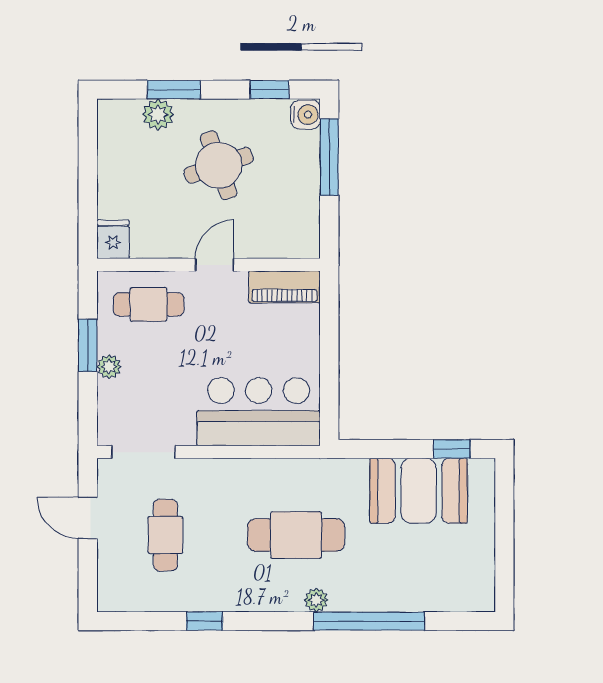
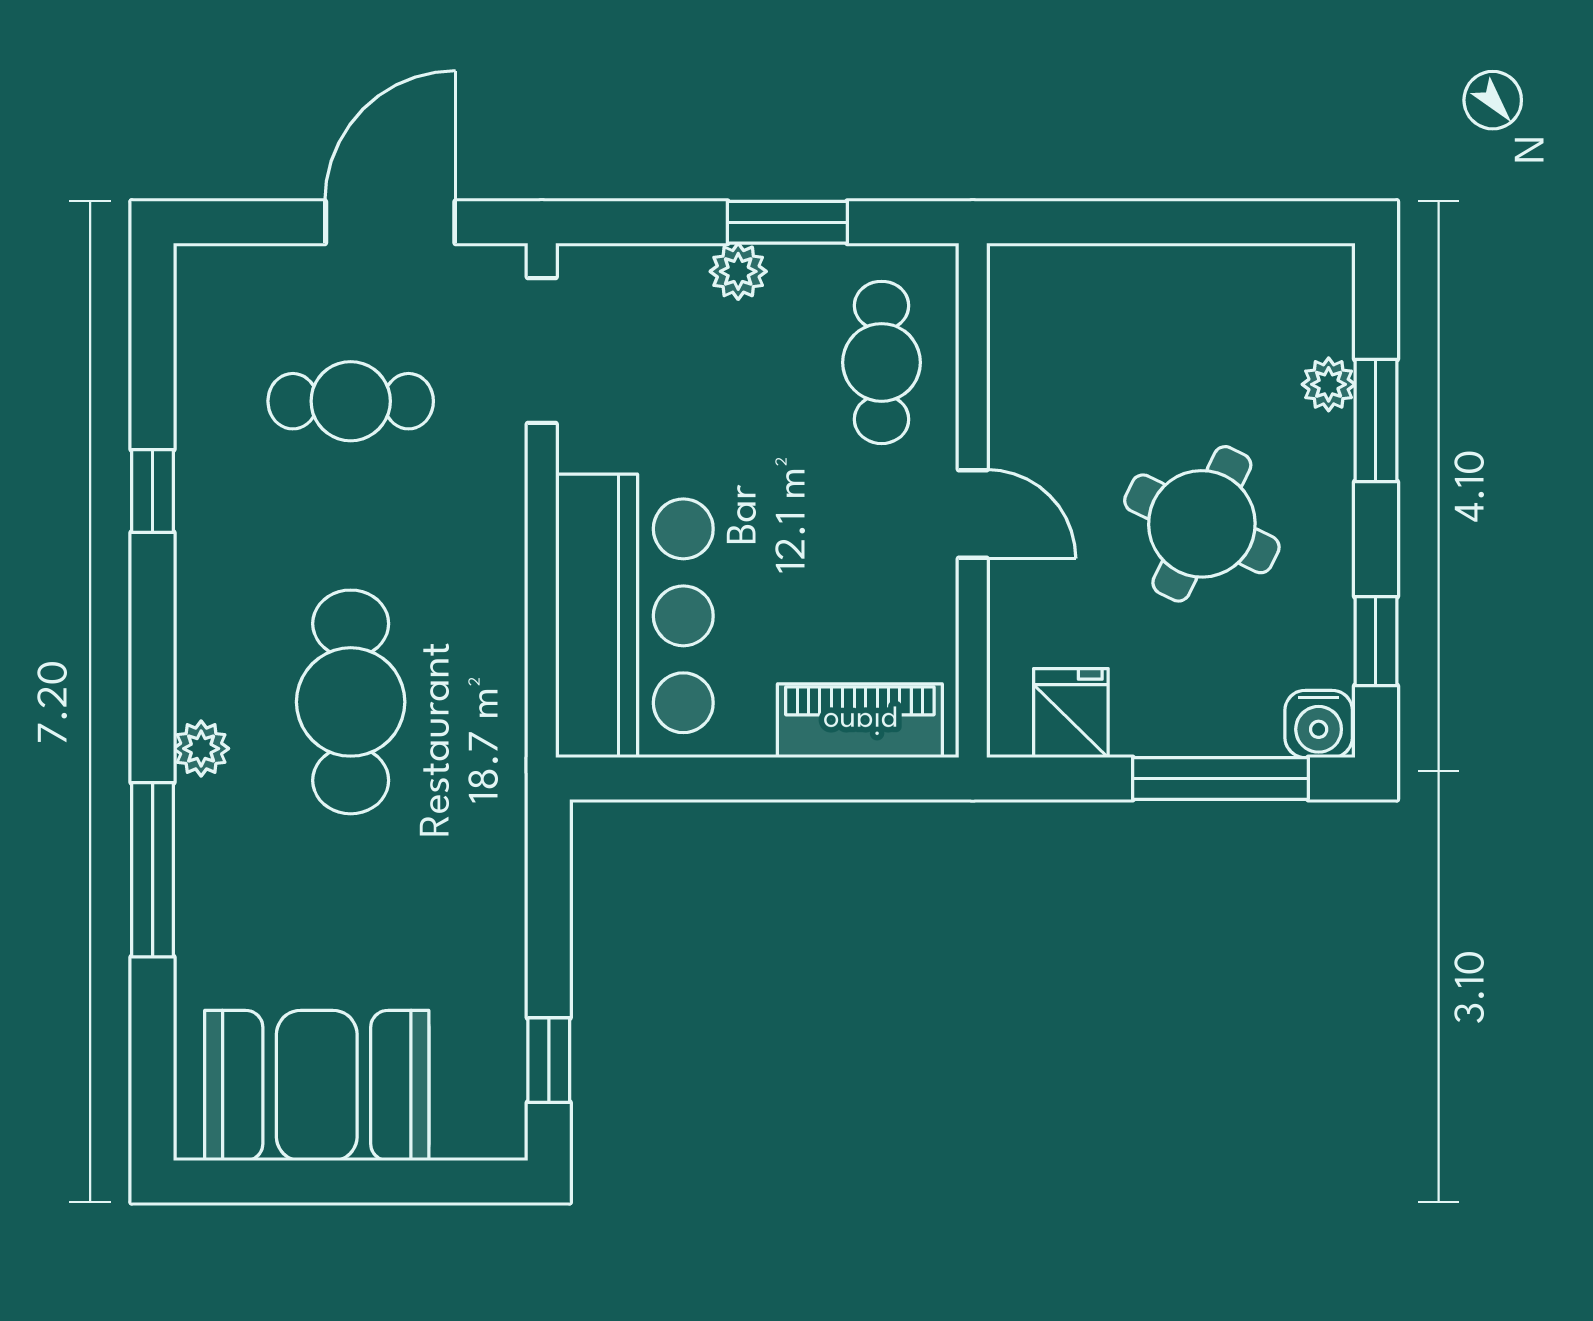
plant: (158, 115) -> (1329, 384), width x0.73, depth x0.73
round table: (219, 165) -> (1202, 524), turned 45
fridge: (113, 239) -> (1071, 713), moved, turned -90
piano: (284, 287) -> (860, 721), moved, turned 90
booth: (419, 491) -> (317, 1086), moved, turned 90
door: (88, 518) -> (390, 222), width x1.38
window: (369, 621) -> (153, 870), width x0.68

